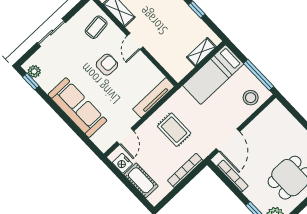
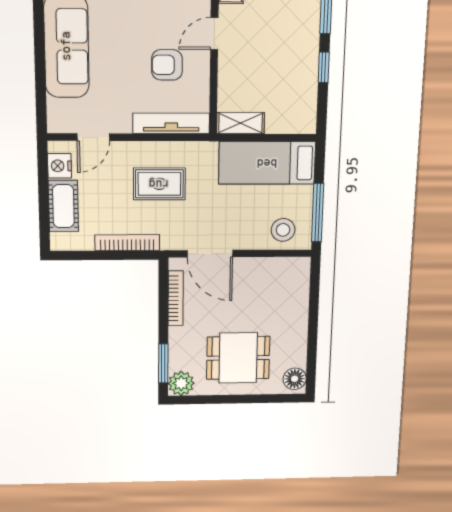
shelving: (201, 52) -> (240, 123), moved
armchair: (107, 65) -> (167, 65), moved, turned 180
rug: (174, 130) -> (159, 184), turned 90
door: (228, 140) -> (210, 254), hinge flipped

